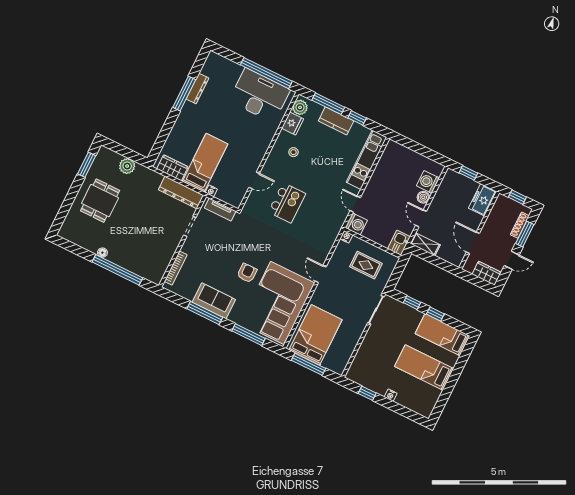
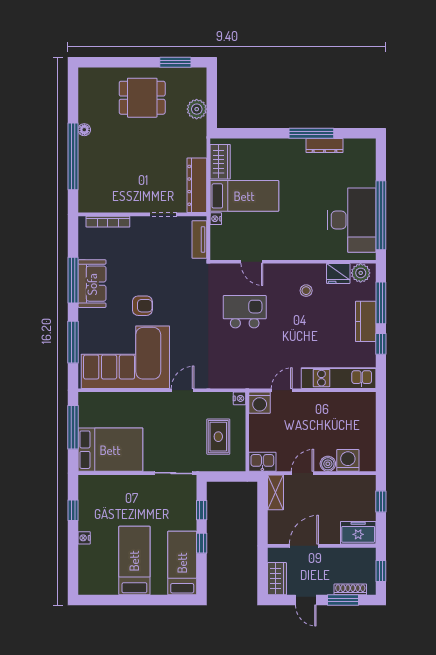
kitchen island: (287, 203) -> (245, 312), turned 180
bed: (316, 335) -> (110, 450), moved

